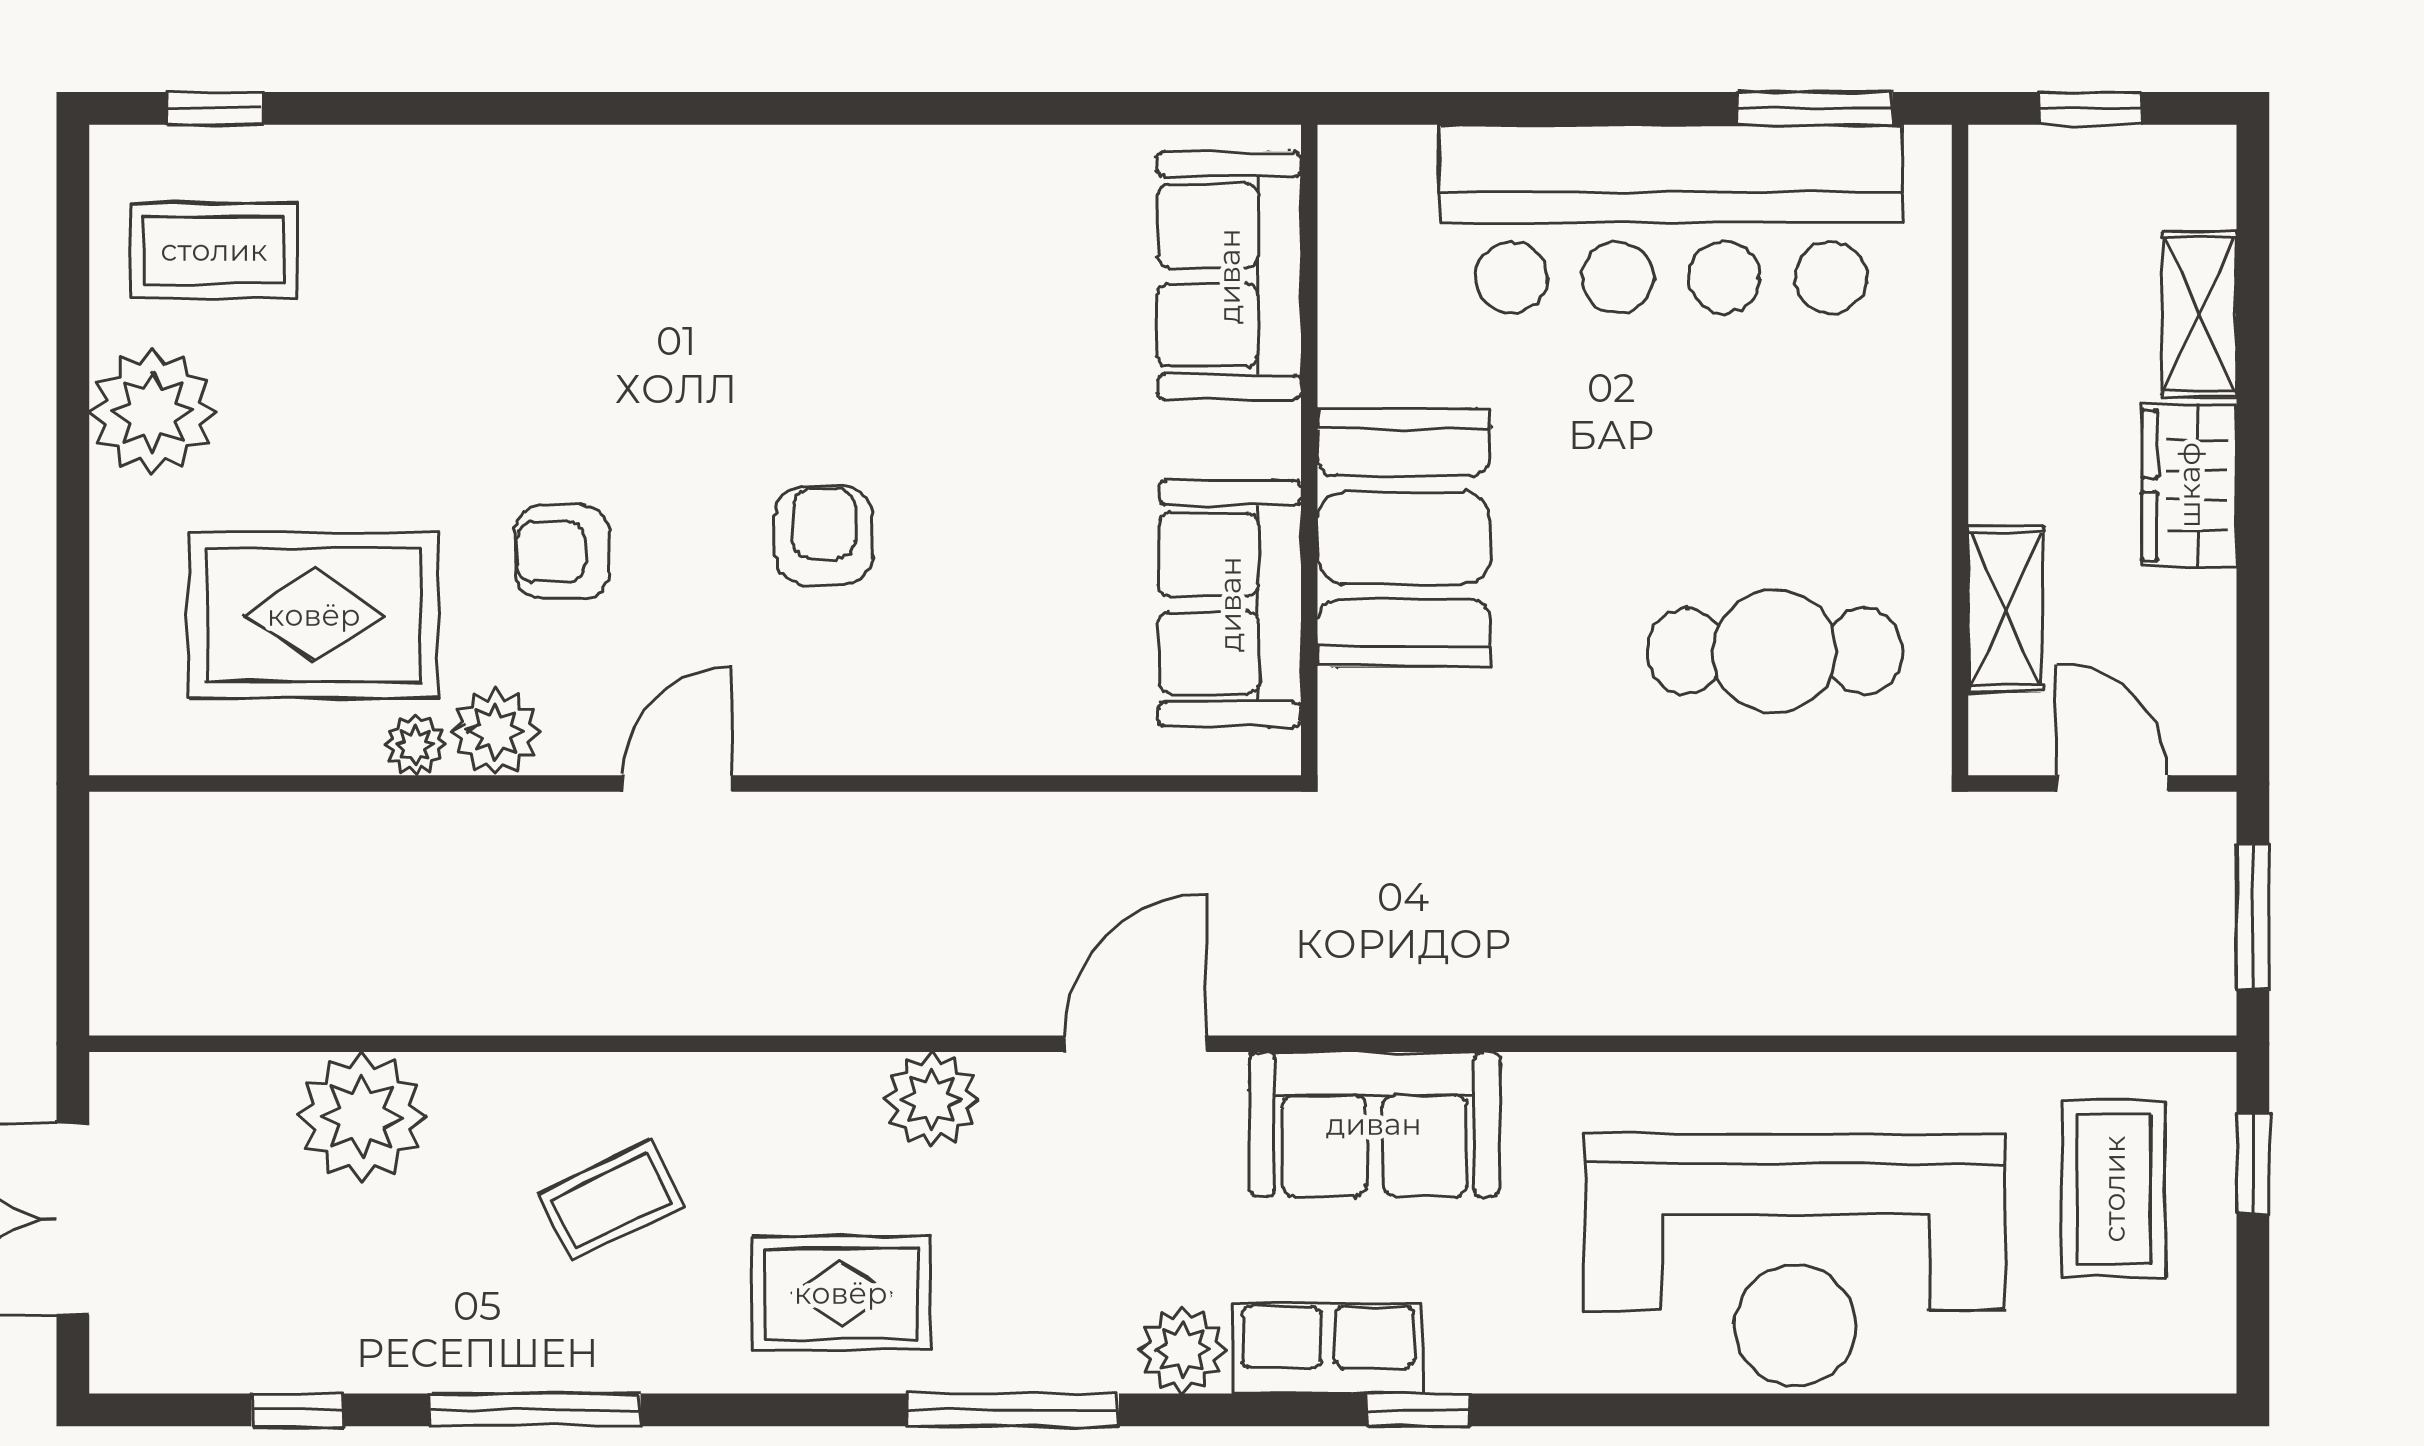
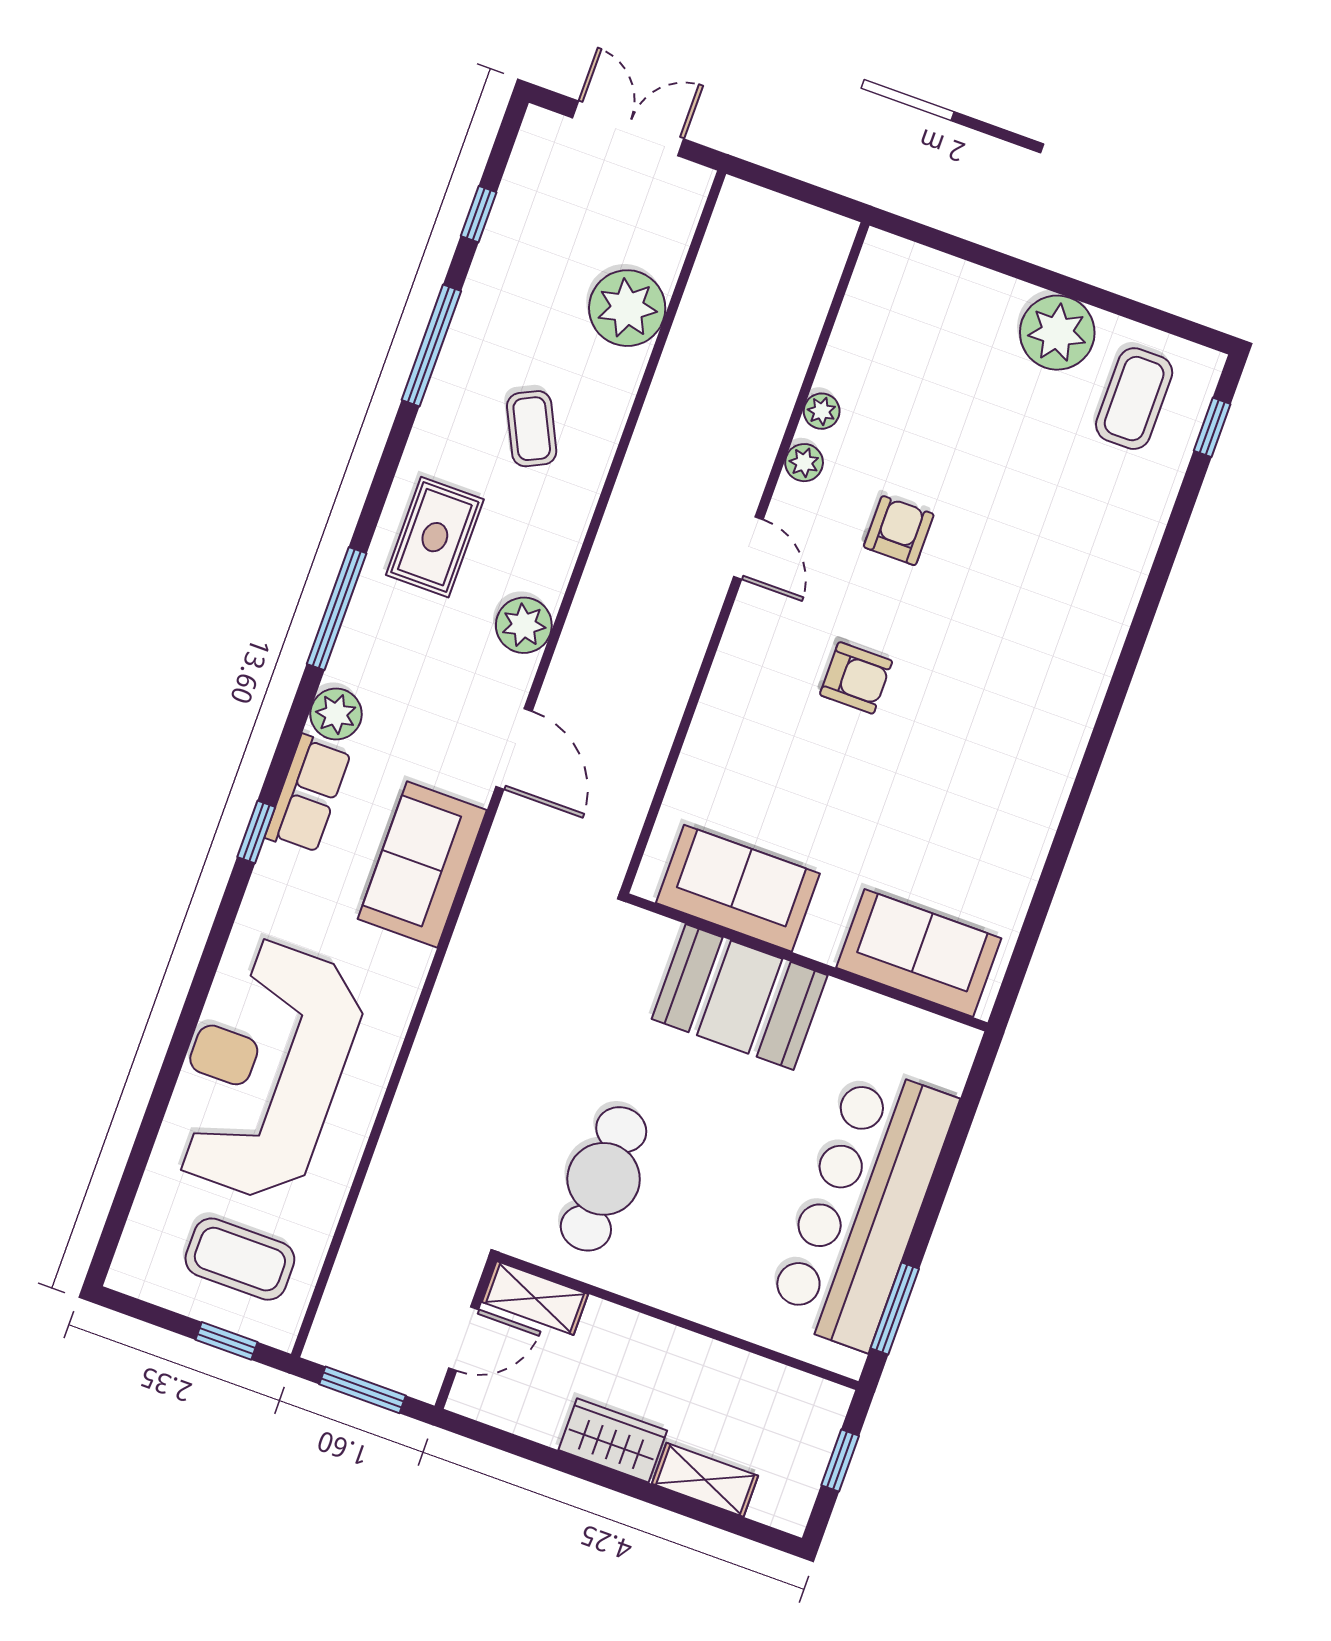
shelving: (2006, 609) -> (535, 1298), moved
rug: (314, 615) -> (913, 381), removed
plant: (496, 731) -> (804, 463), width x0.73, depth x0.73

